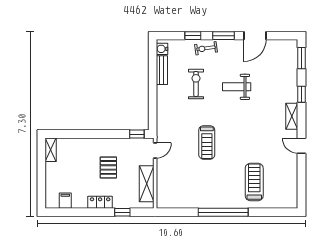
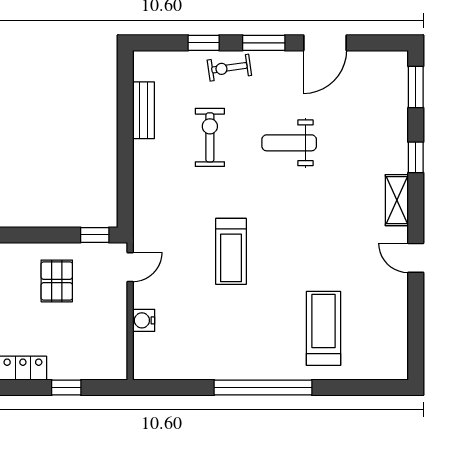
water cooler: (162, 49) -> (144, 320), moved
pallet: (108, 167) -> (57, 281), moved
shelving: (147, 184) -> (114, 332), removed

